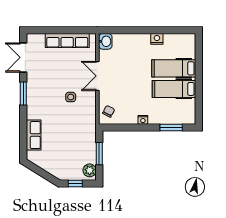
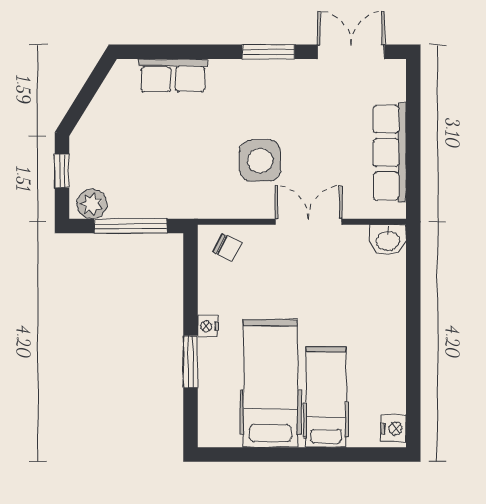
nightstand: (157, 39) -> (394, 428), moved
hospital bed: (174, 89) -> (270, 383), width x1.37, depth x1.29
side table: (71, 97) -> (260, 161), width x1.87, depth x1.87
window: (171, 127) -> (190, 362), moved
window: (99, 154) -> (131, 226), width x1.44

